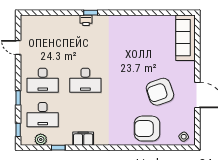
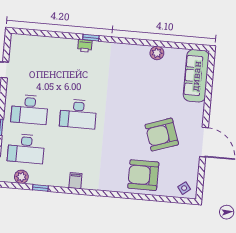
plant: (149, 21) -> (157, 53), added
filing cabinet: (83, 139) -> (75, 181), width x0.50

